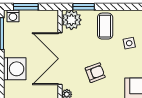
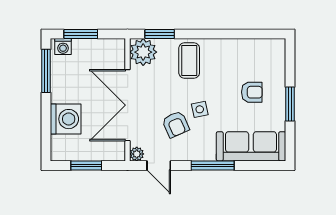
side table: (129, 43) -> (200, 109), moved
armchair: (95, 73) -> (176, 124), turned 86

